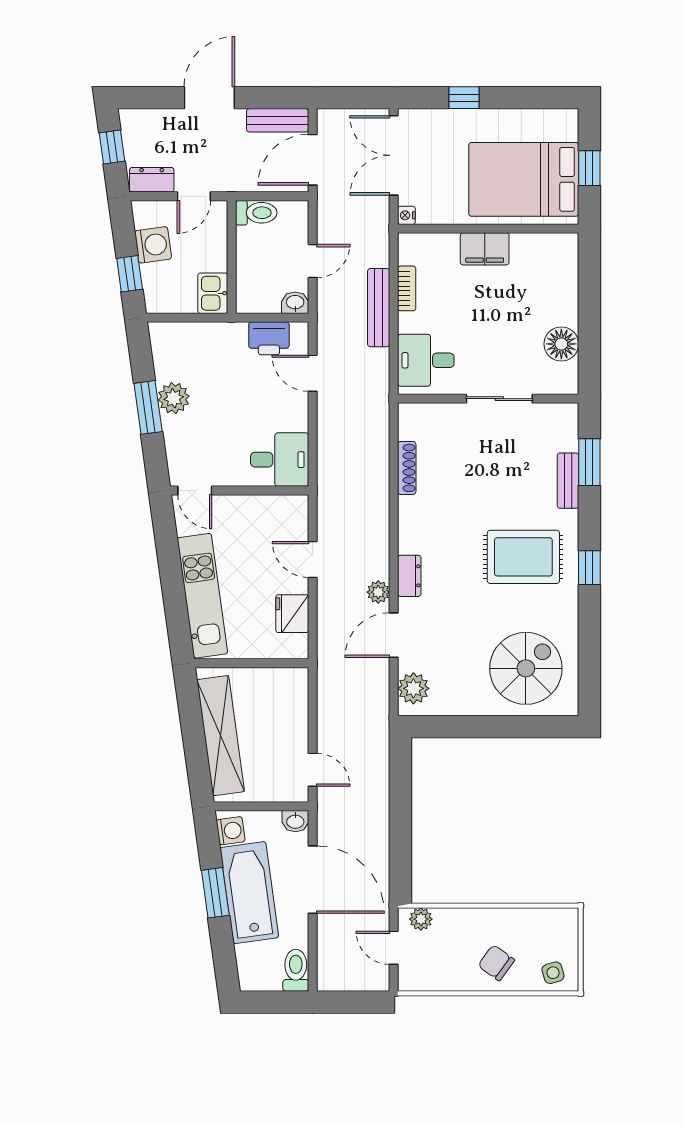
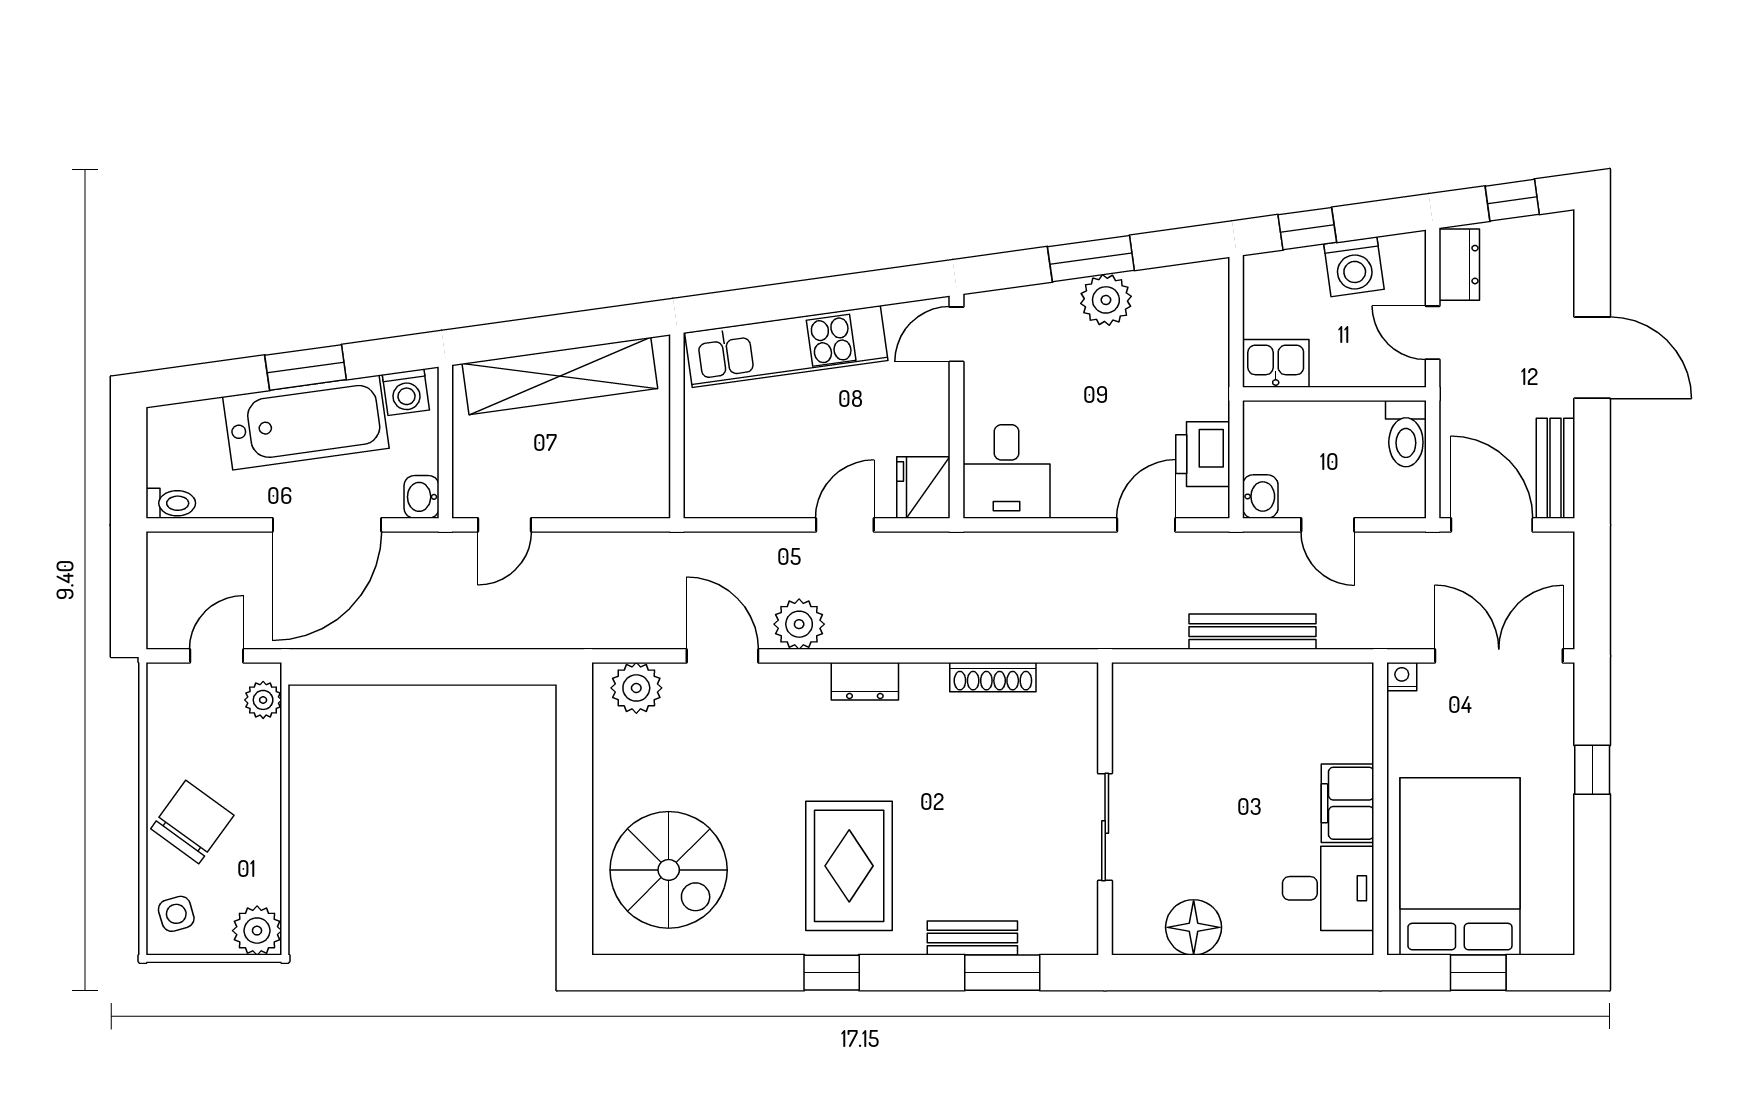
bookcase: (407, 288) -> (1283, 677), removed
desk: (426, 360) -> (1328, 888), moved, turned 90
dresser: (409, 576) -> (865, 681), moved
plant: (378, 592) -> (799, 624), width x1.38, depth x1.38
fridge: (292, 614) -> (923, 488), moved, turned -90
plant: (563, 923) -> (257, 931), added
chair: (496, 963) -> (192, 822), width x1.37, depth x1.37
toilet: (296, 970) -> (171, 503), width x0.73, depth x0.72

